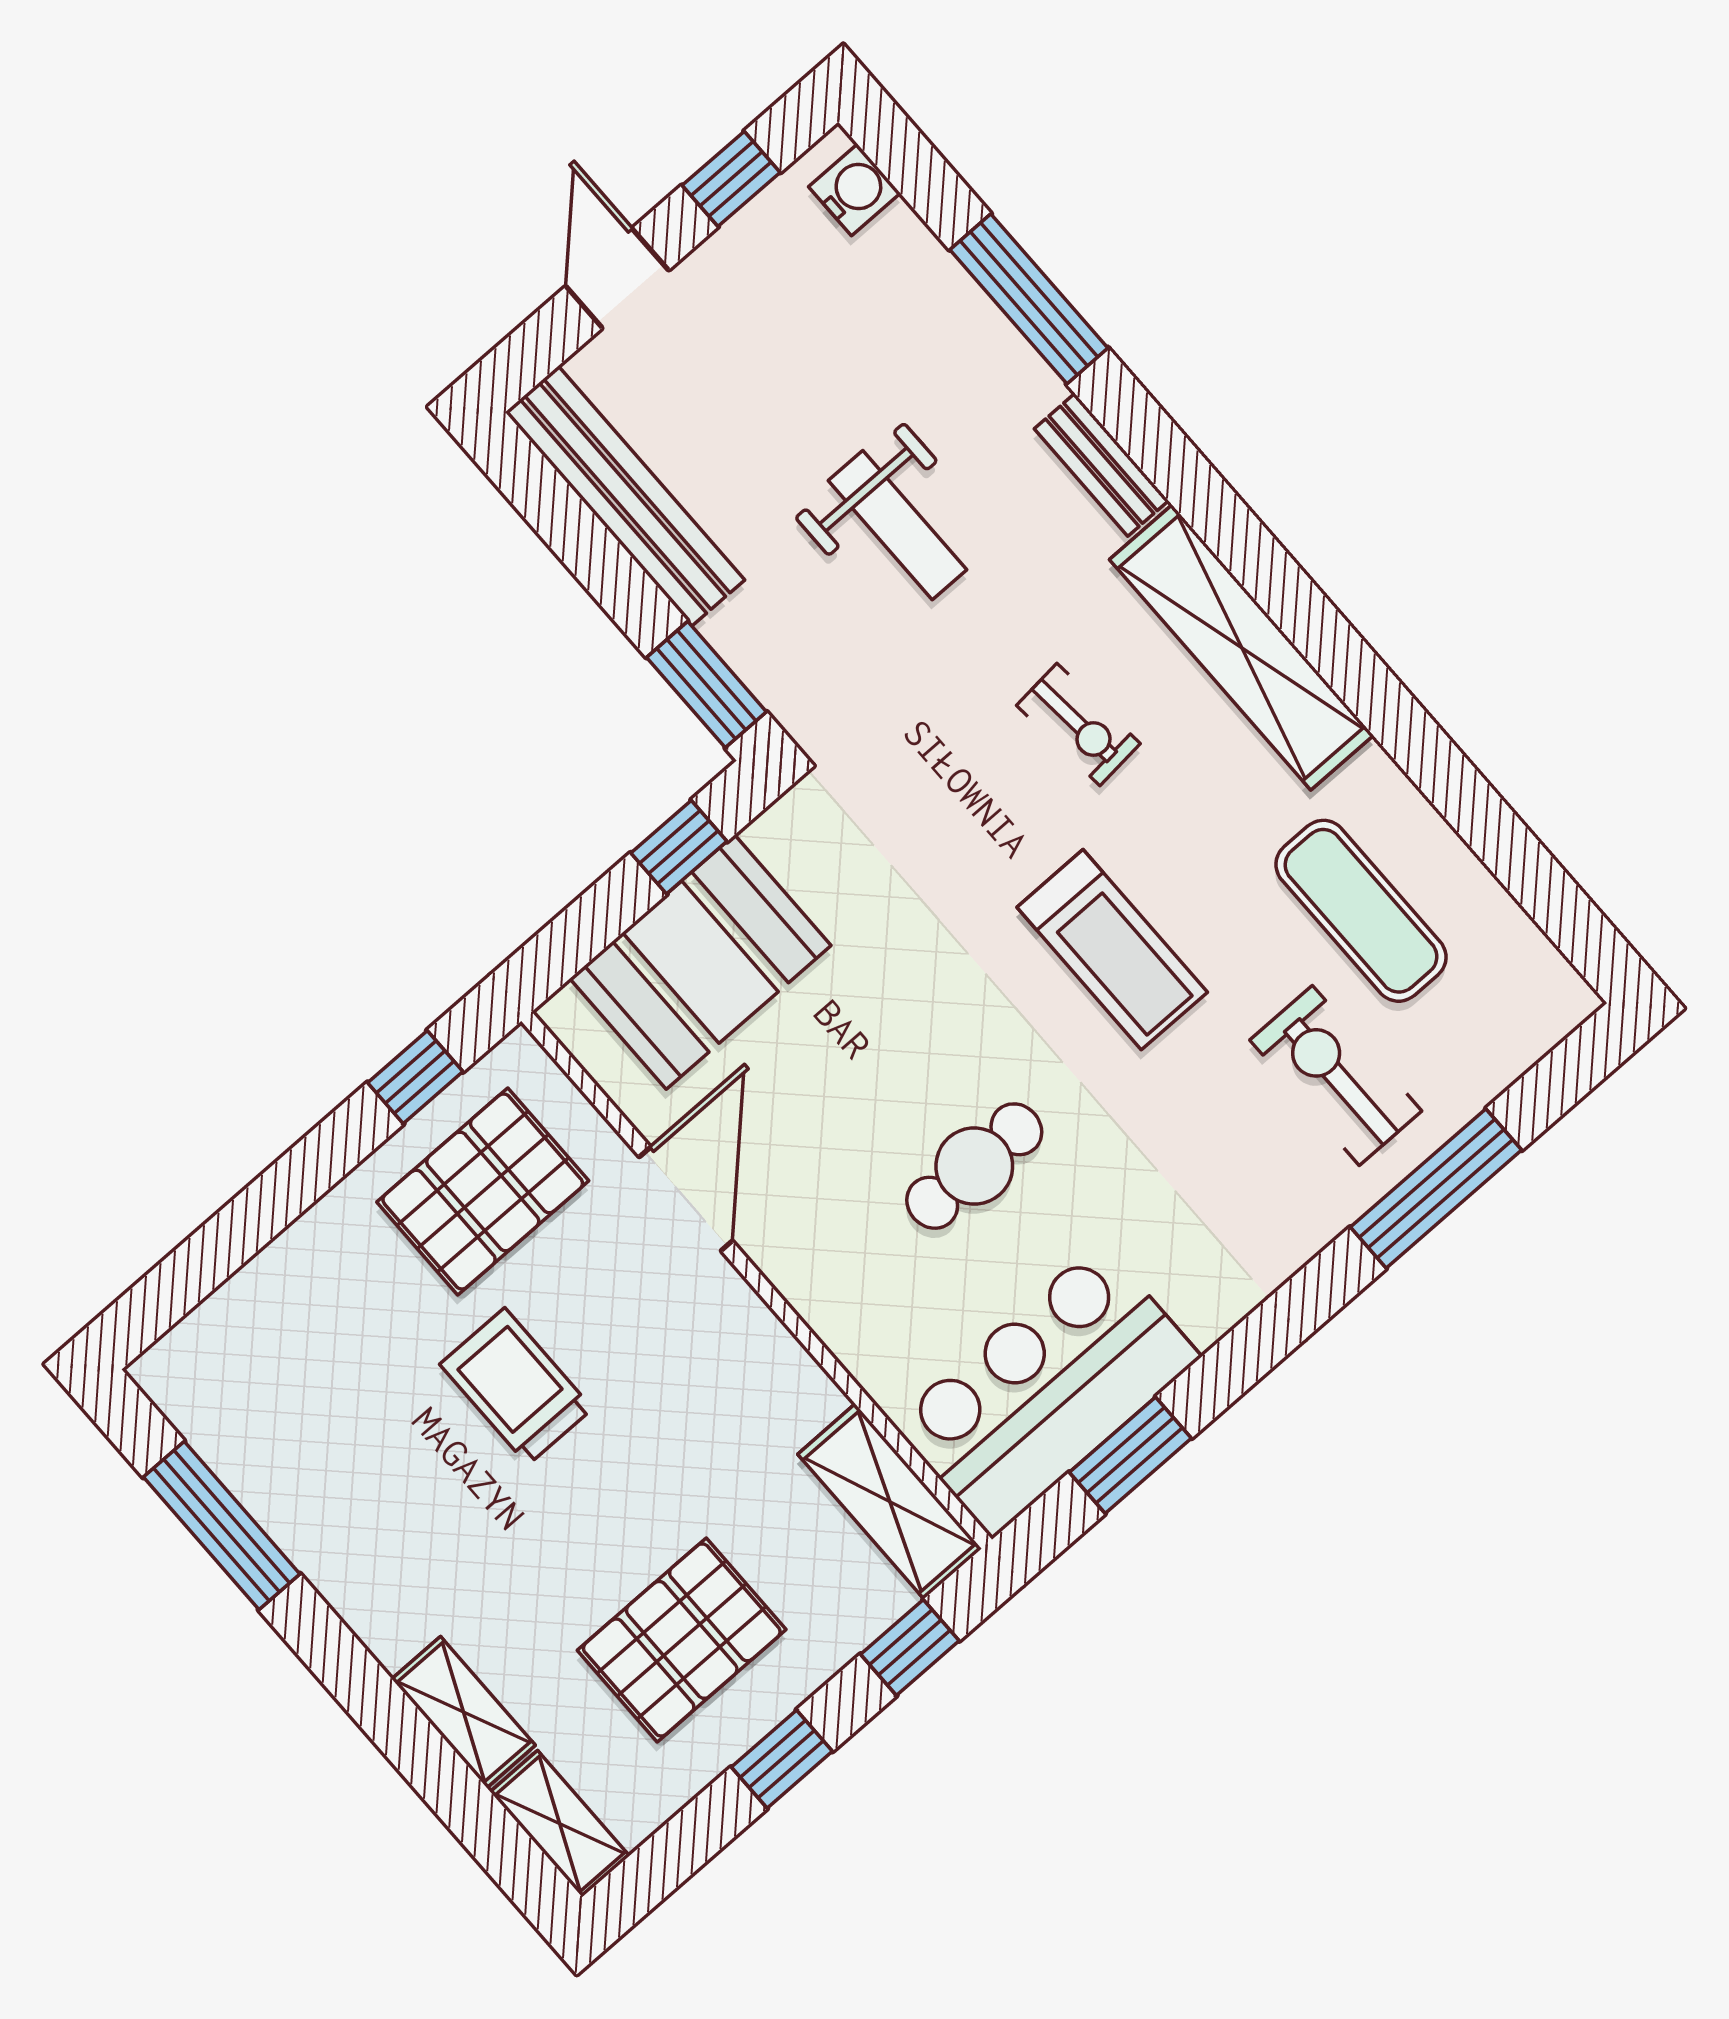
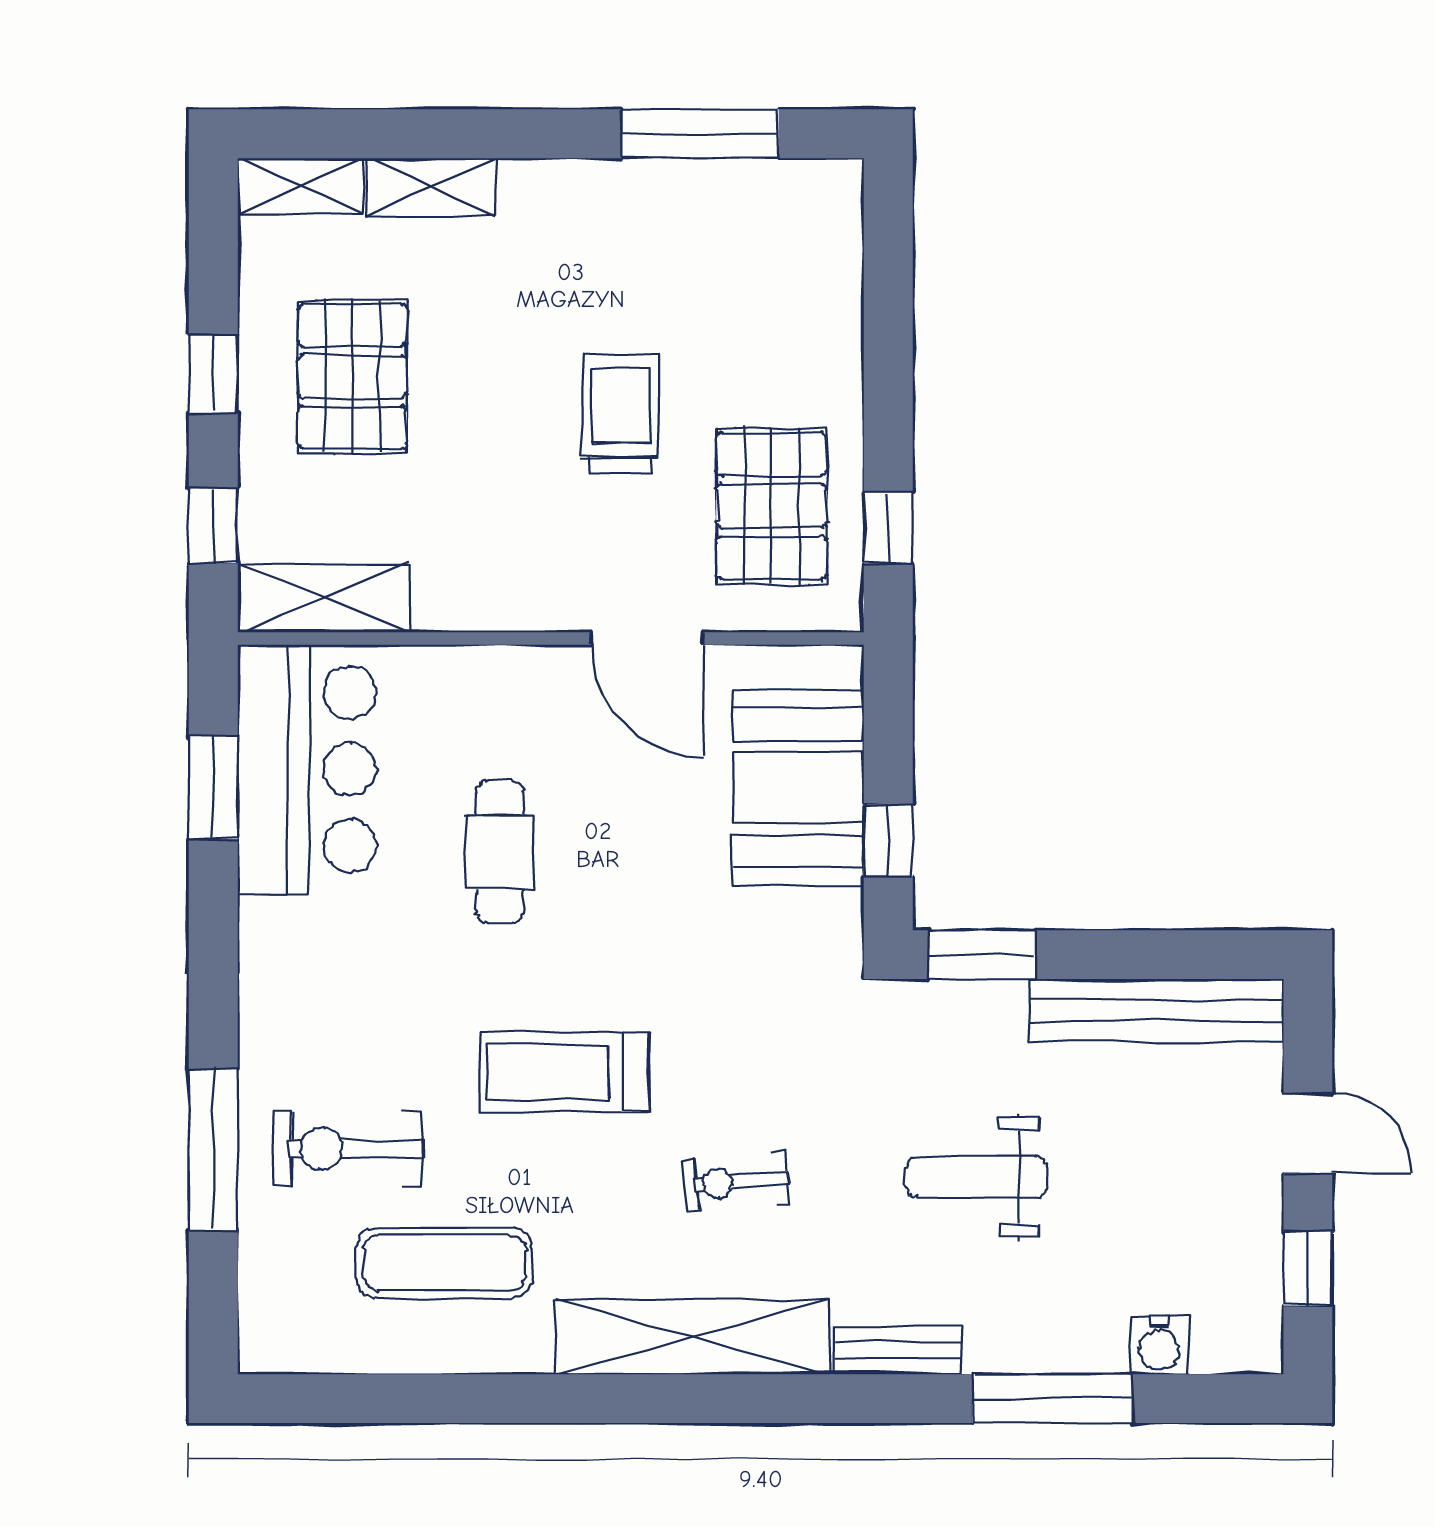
water cooler: (854, 190) -> (1159, 1345), moved
exercise bike: (1336, 1076) -> (348, 1149), turned 180
trolley: (516, 1386) -> (621, 414), turned -90

